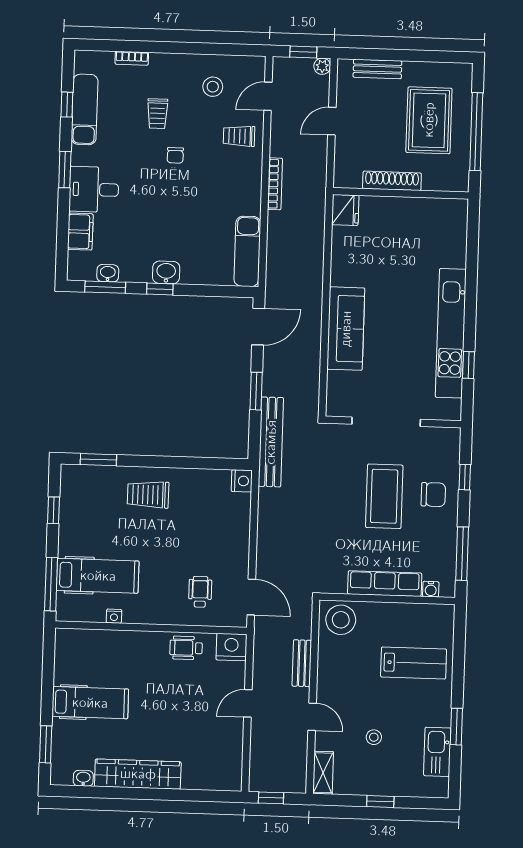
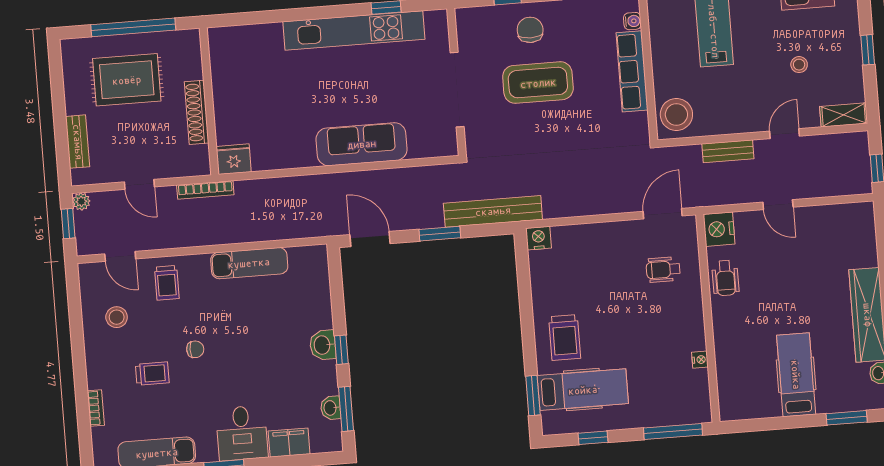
bookcase: (275, 184) -> (205, 190), moved, turned 180
exam couch: (247, 251) -> (249, 263), moved
hospital bed: (98, 576) -> (583, 390), moved, turned 90

